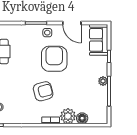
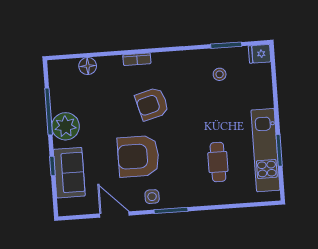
sofa: (99, 40) -> (69, 173), moved
armchair: (54, 59) -> (138, 156), turned 90
plant: (103, 81) -> (65, 126), width x1.88, depth x1.88
plant: (68, 116) -> (110, 68), removed

